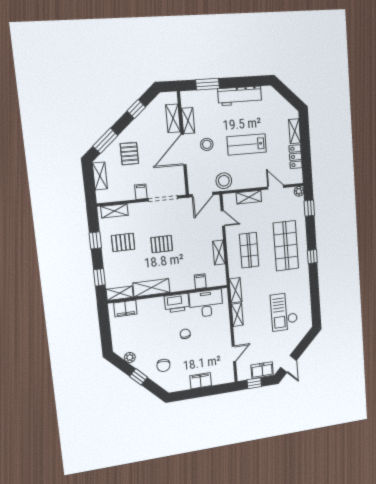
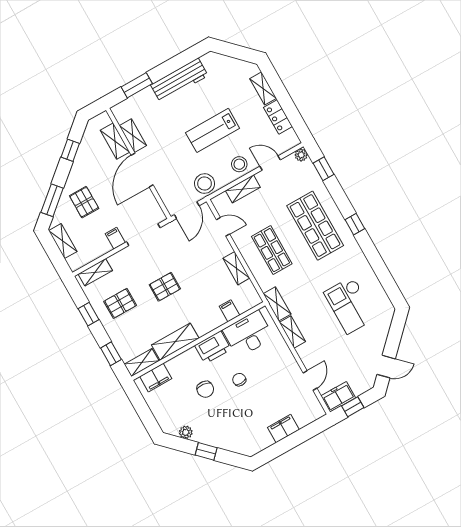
stool: (207, 144) -> (239, 164), moved
door: (289, 364) -> (386, 367), hinge flipped
chair: (163, 365) -> (205, 389), moved
freezer: (262, 370) -> (338, 397), moved

